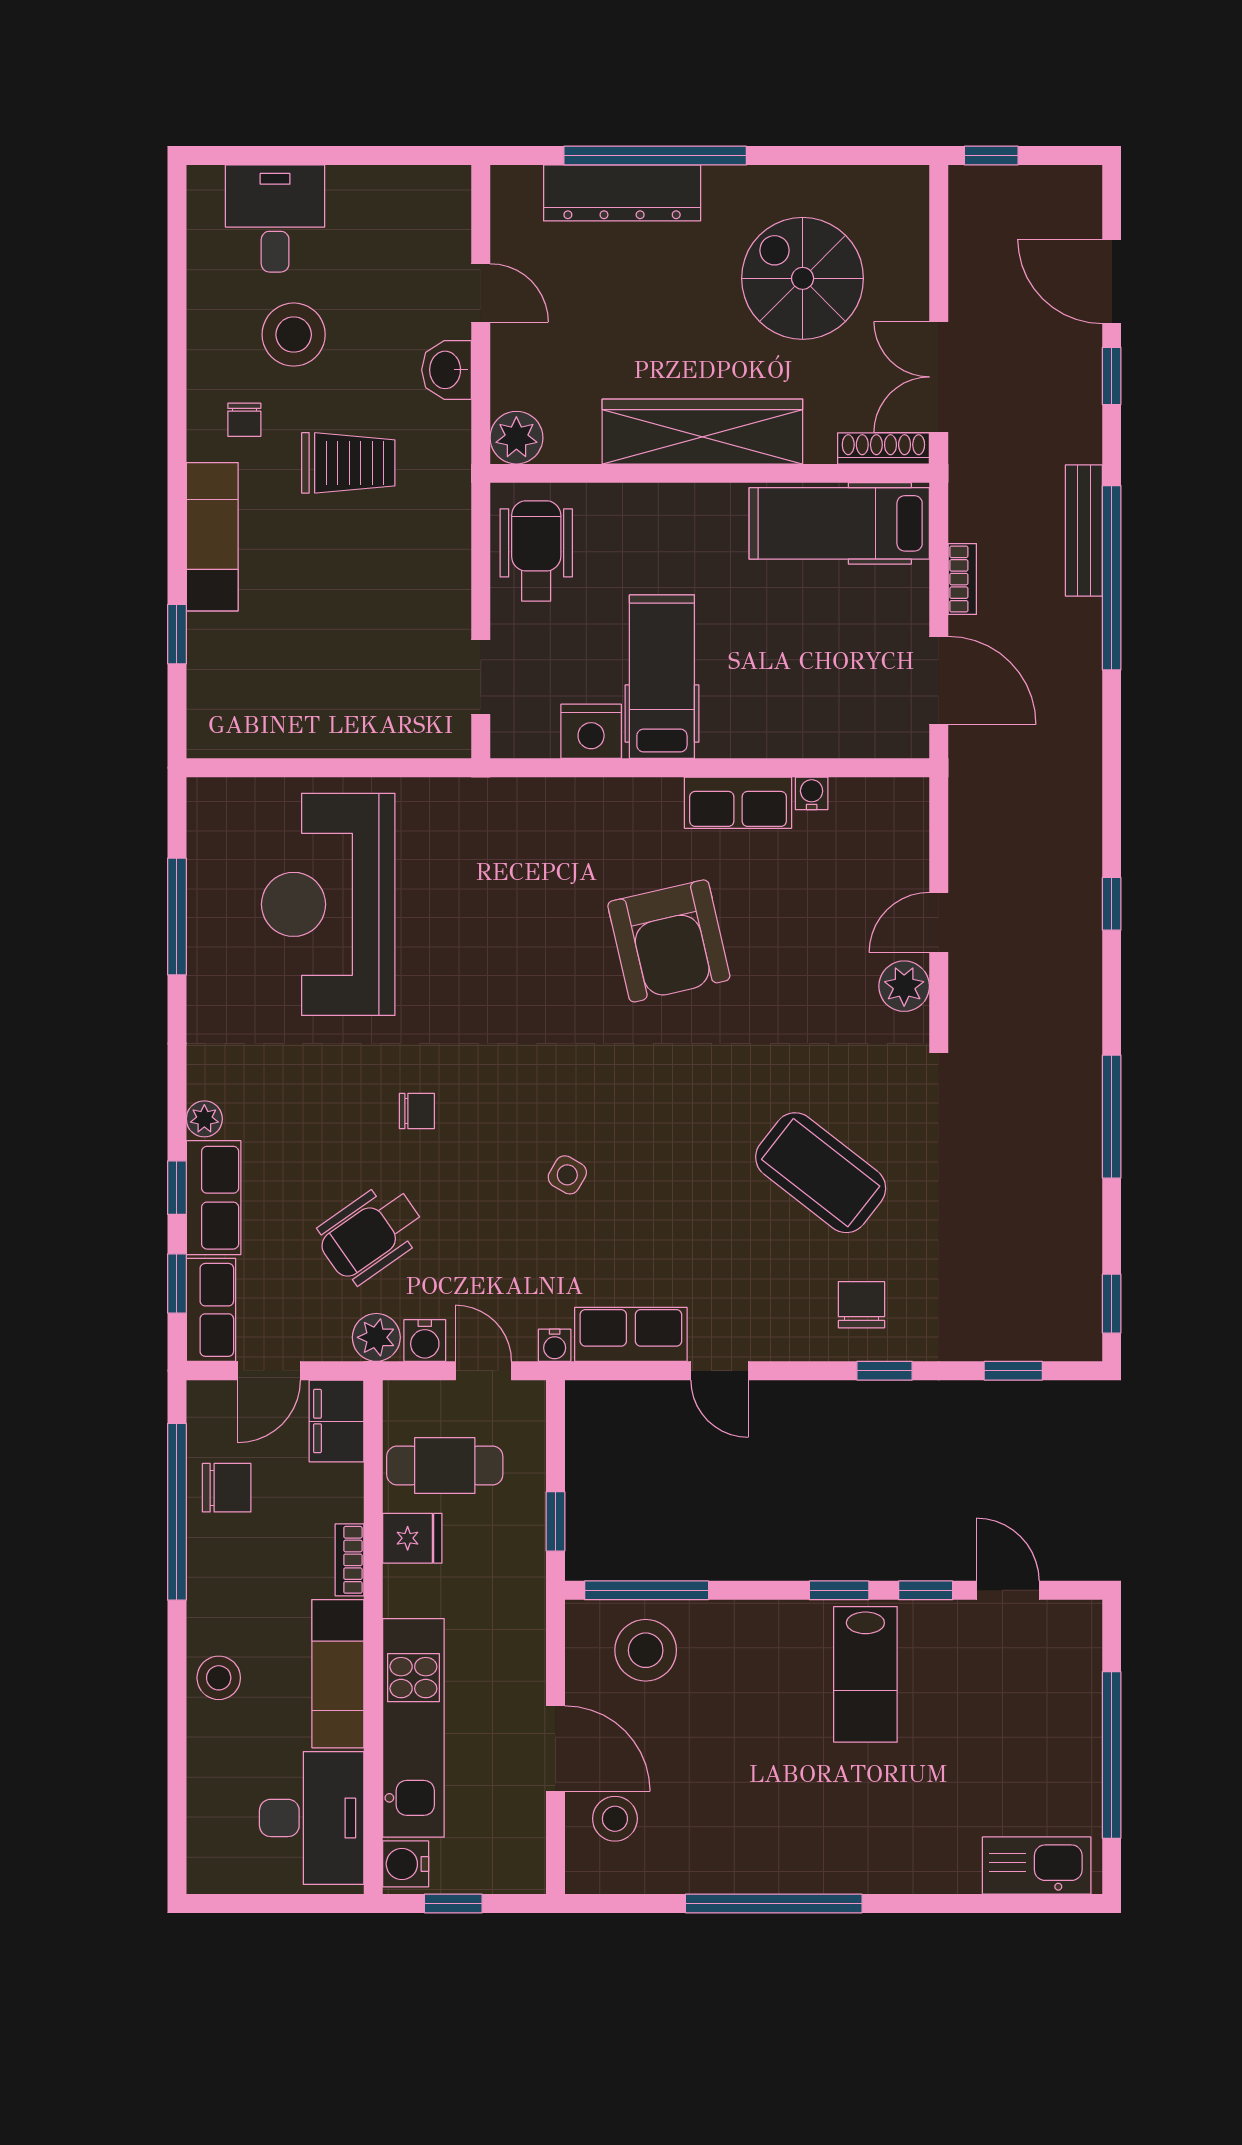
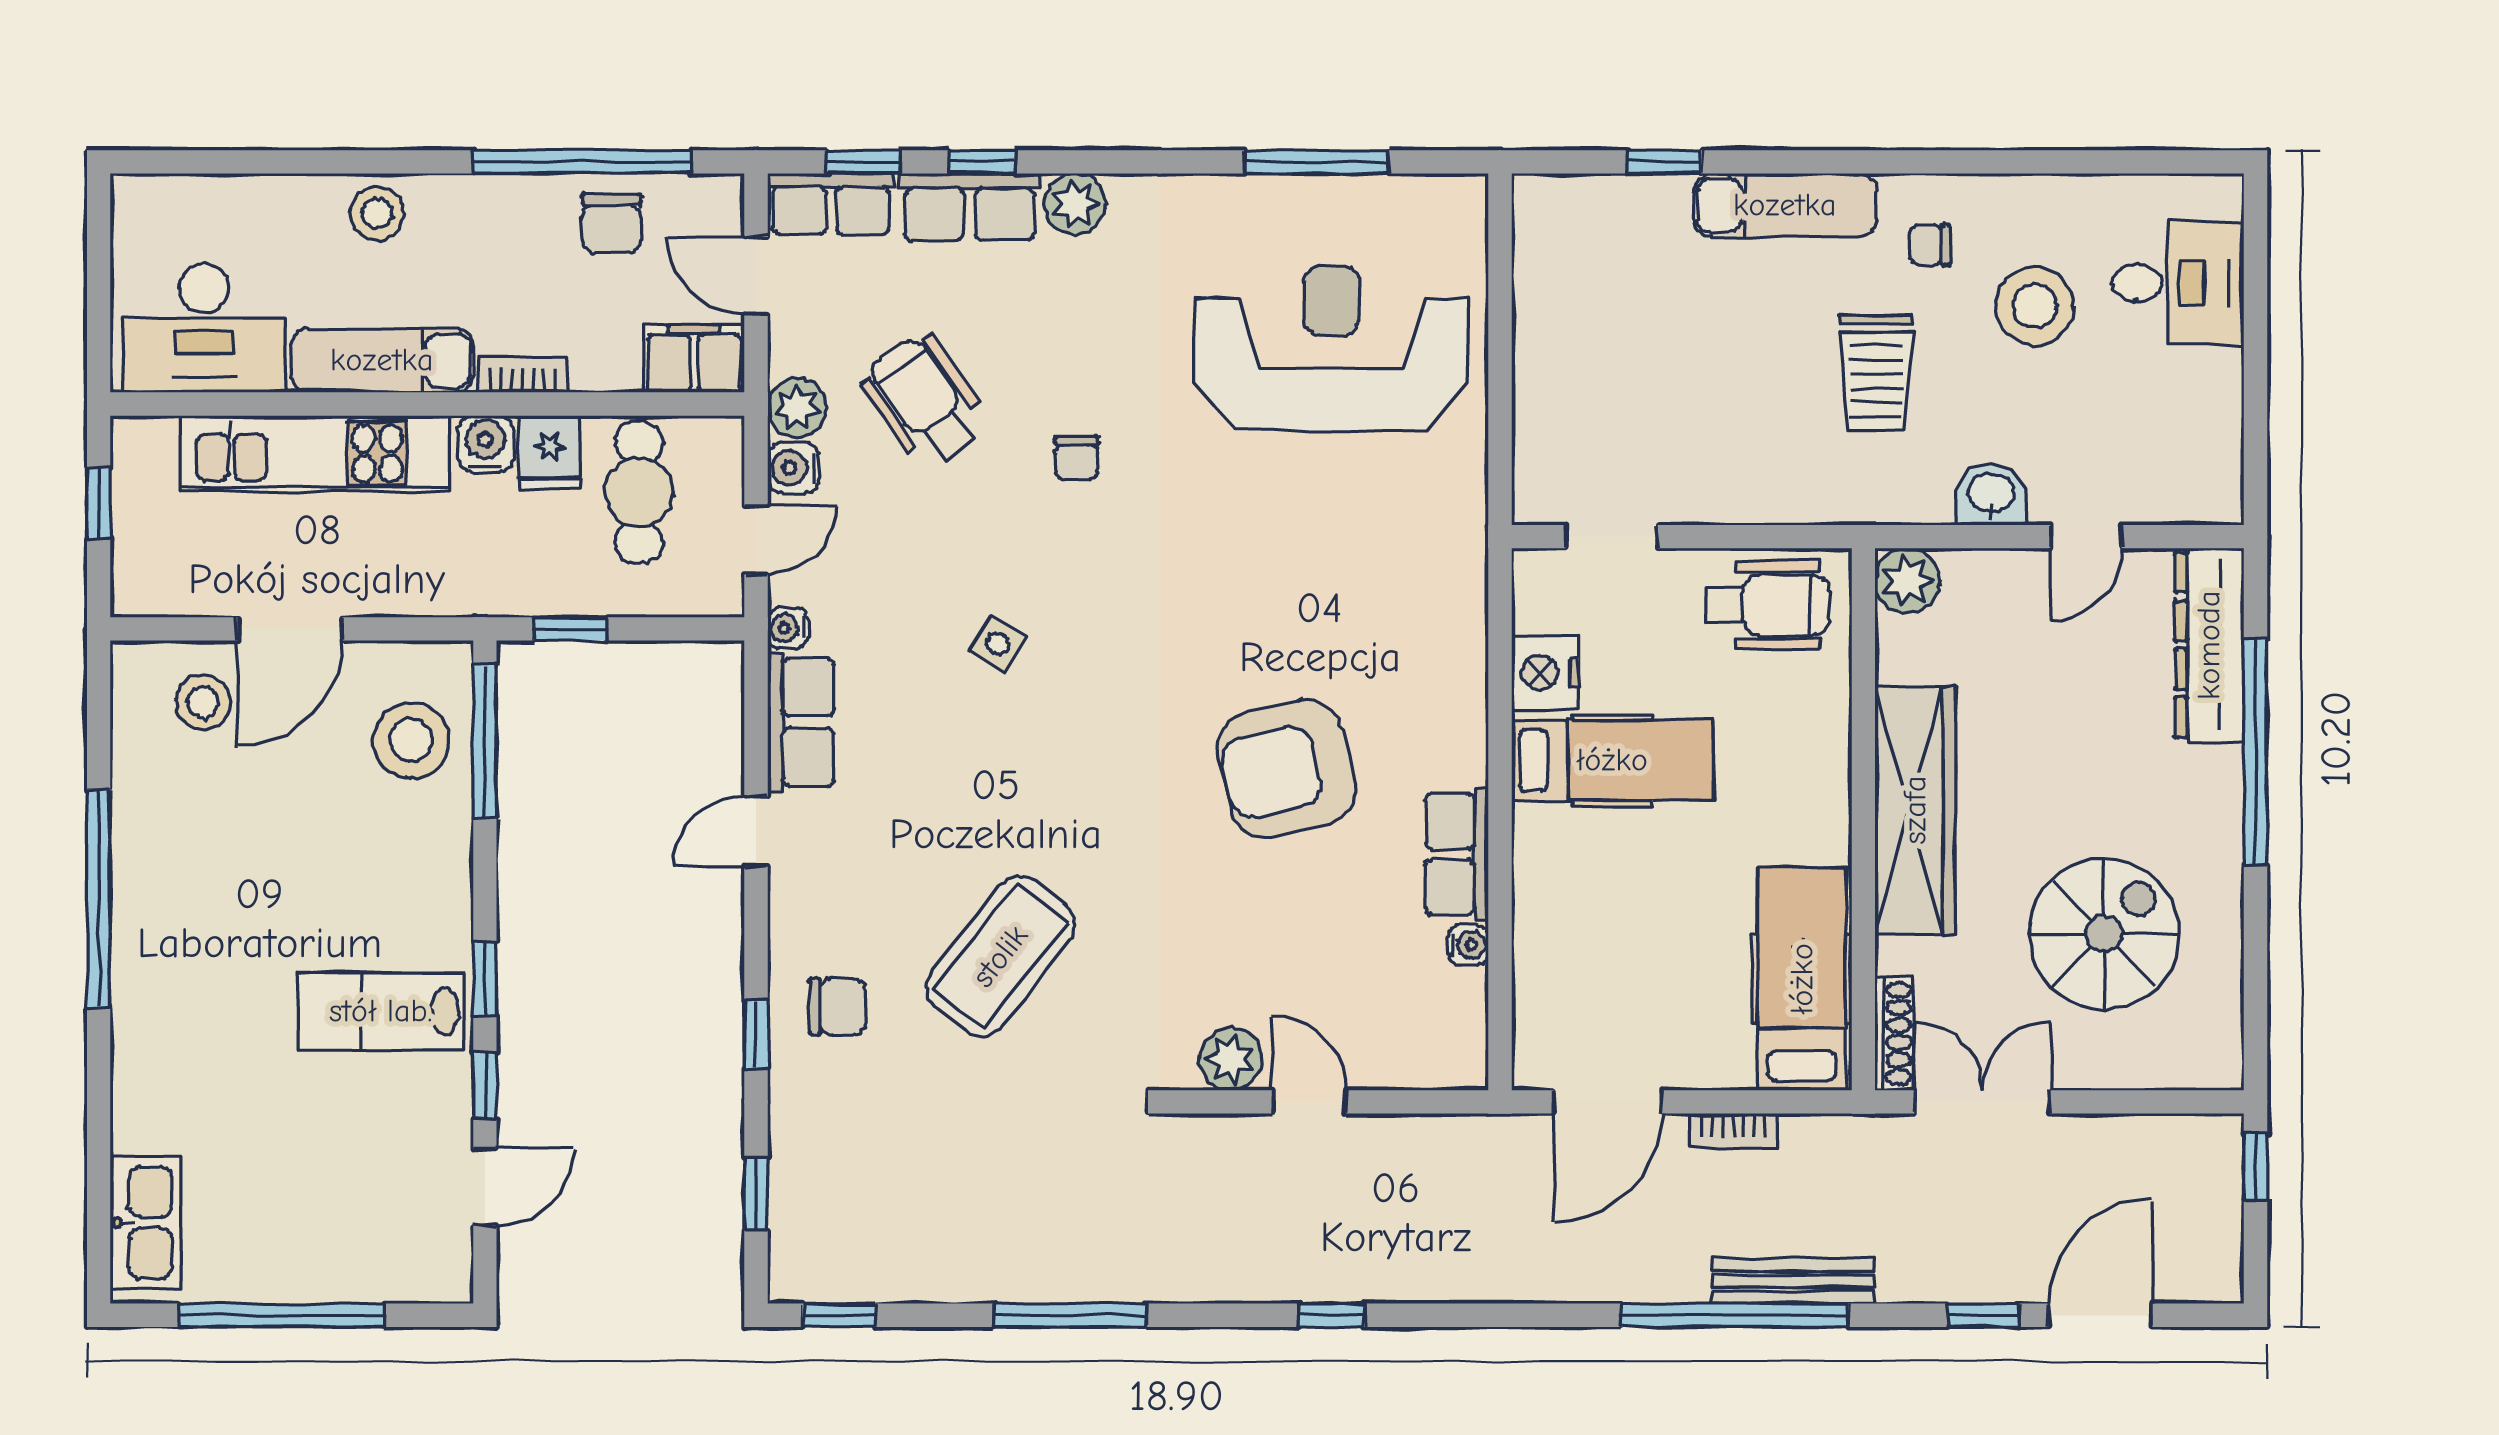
dresser: (622, 193) -> (2209, 645), moved
plant: (204, 1119) -> (1075, 204), width x1.38, depth x1.38
water cooler: (406, 1864) -> (486, 444), moved

